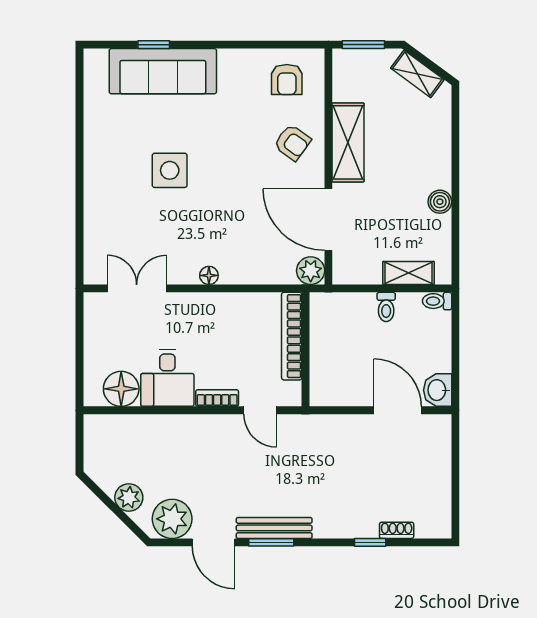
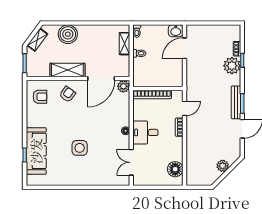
boiler: (440, 202) -> (68, 34), moved, width x1.86, depth x1.86
desk: (167, 378) -> (145, 132), moved, turned 180
plant: (172, 519) -> (232, 66), moved

